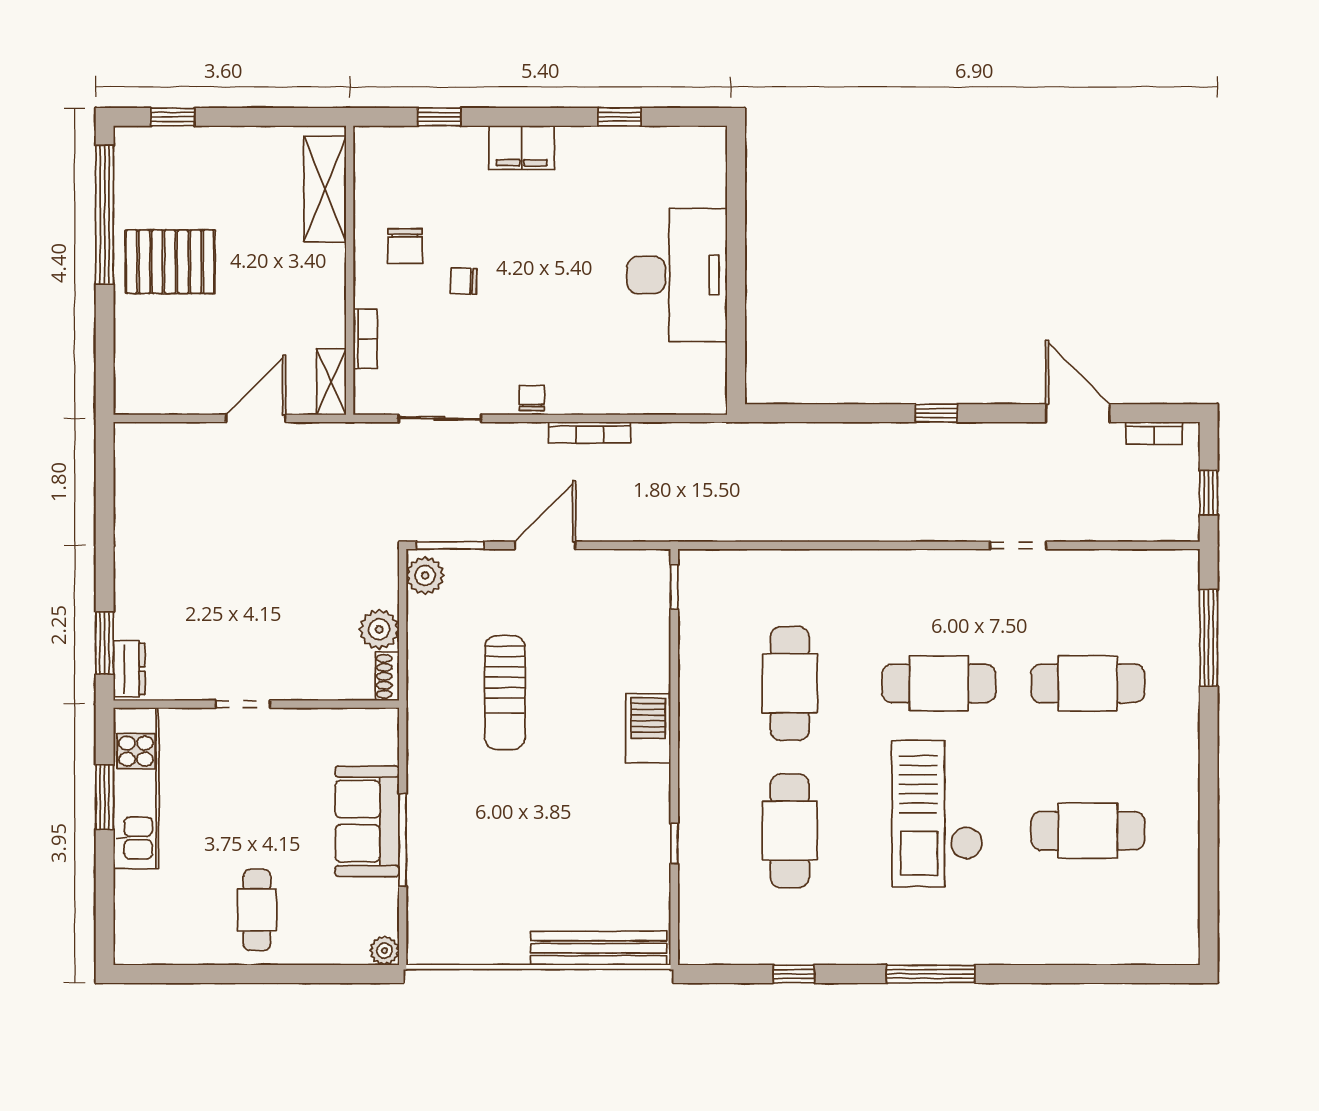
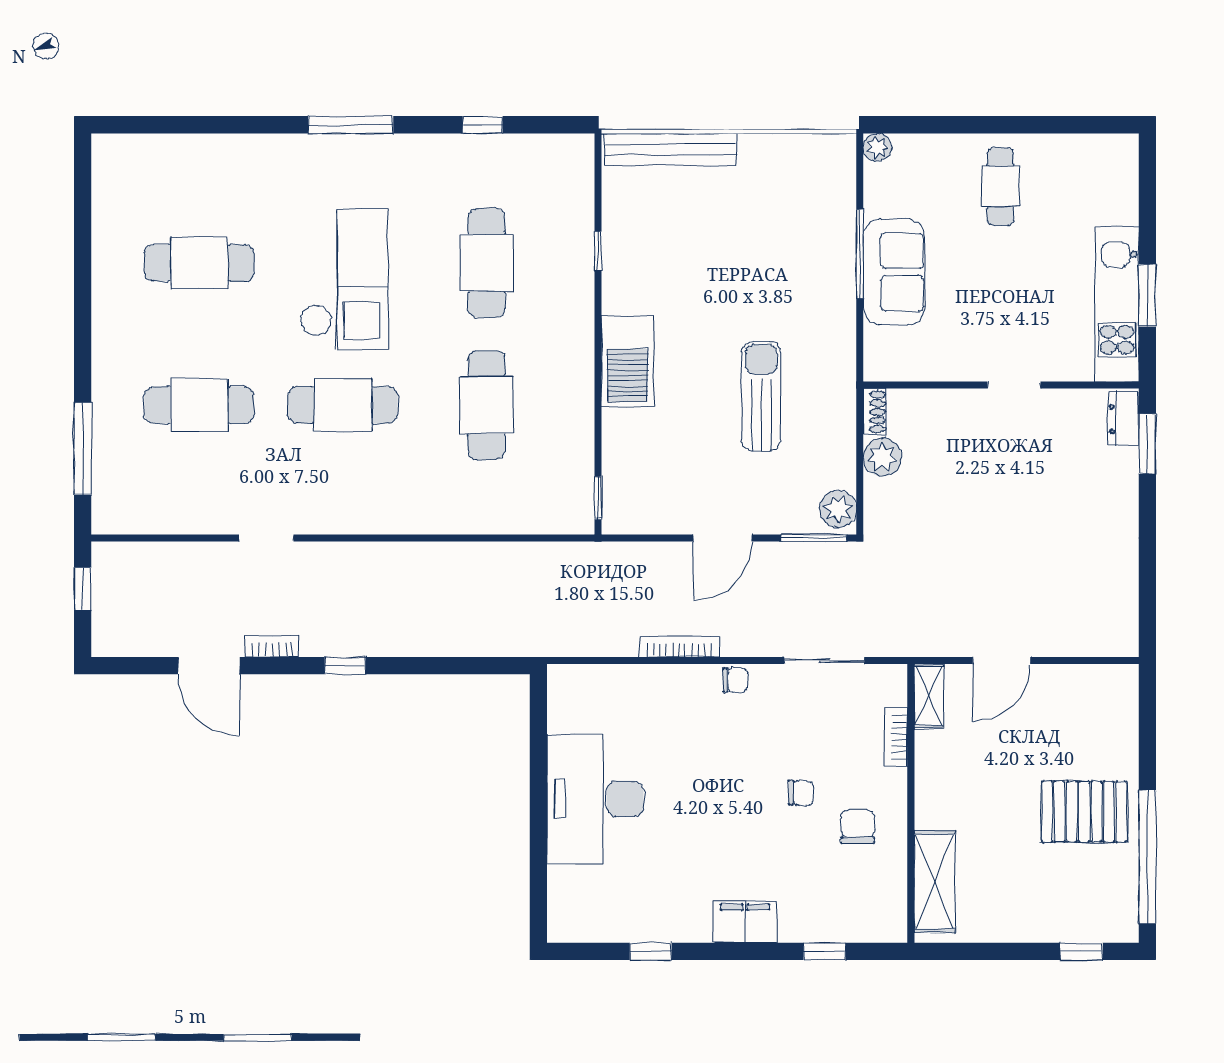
chair: (532, 398) -> (735, 680), turned -90
bookcase: (1154, 433) -> (272, 646), moved
barbecue: (648, 728) -> (628, 362), width x1.37, depth x1.21

